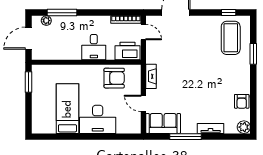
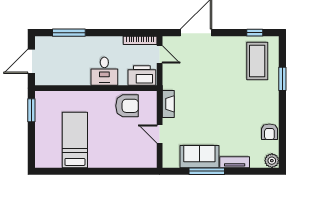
plant: (46, 21) -> (51, 42), removed
desk: (98, 119) -> (109, 152), removed
sofa: (163, 123) -> (199, 157), moved

